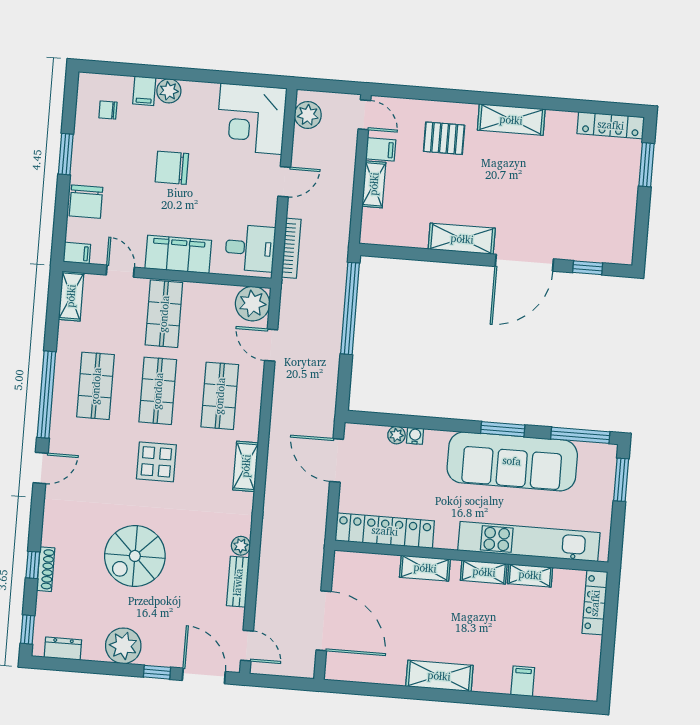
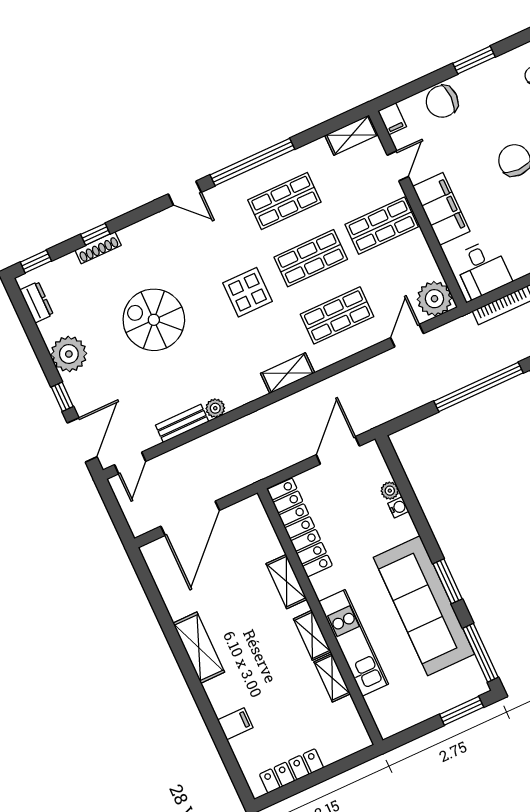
kitchen unit: (529, 542) -> (354, 643), width x0.73
locker: (595, 603) -> (291, 771), moved

